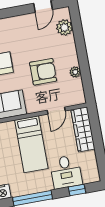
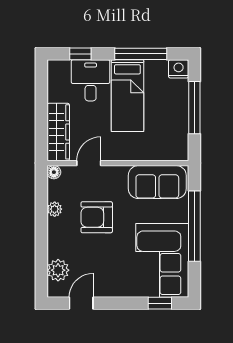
floor lamp: (81, 99) -> (54, 172), added
bed: (31, 144) -> (127, 96), moved, turned 180

